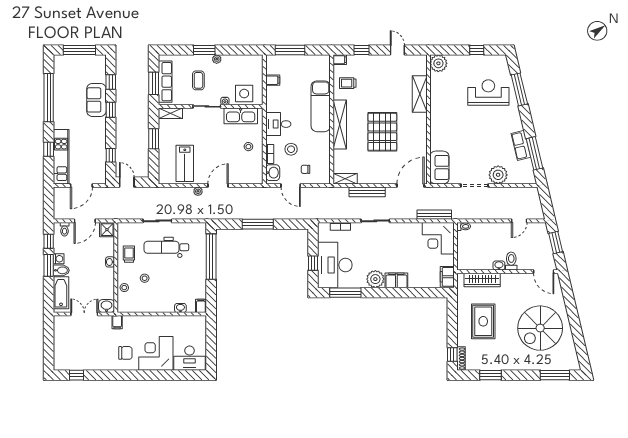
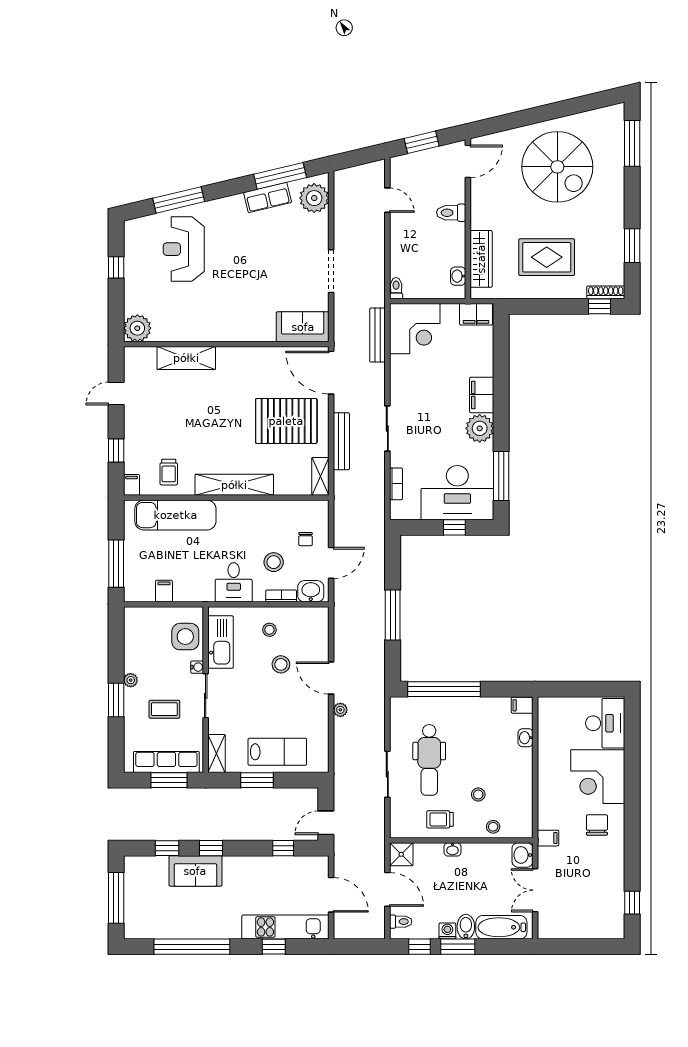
exam couch: (321, 106) -> (175, 515), moved
pallet: (382, 132) -> (286, 421), moved
stool: (227, 154) -> (281, 664), added
lab bench: (185, 163) -> (277, 752), moved
plant: (498, 175) -> (314, 198), moved
washbasin: (499, 265) -> (458, 276), moved

